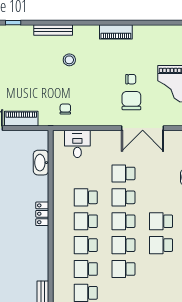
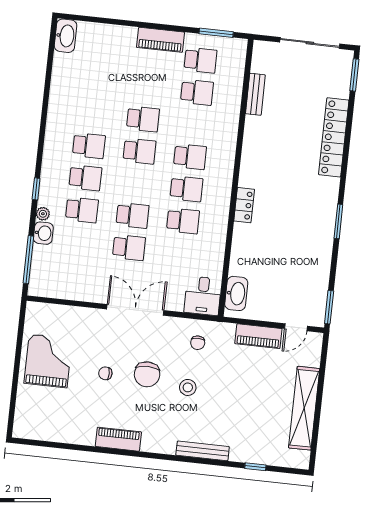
stool: (69, 60) -> (188, 387), moved
chair: (131, 101) -> (147, 374), moved
double door: (143, 128) -> (135, 310), moved
desk: (77, 144) -> (203, 296), moved
washbasin: (41, 163) -> (236, 293), moved
school desk: (123, 221) -> (82, 210), moved
school desk: (86, 269) -> (193, 124), removed

